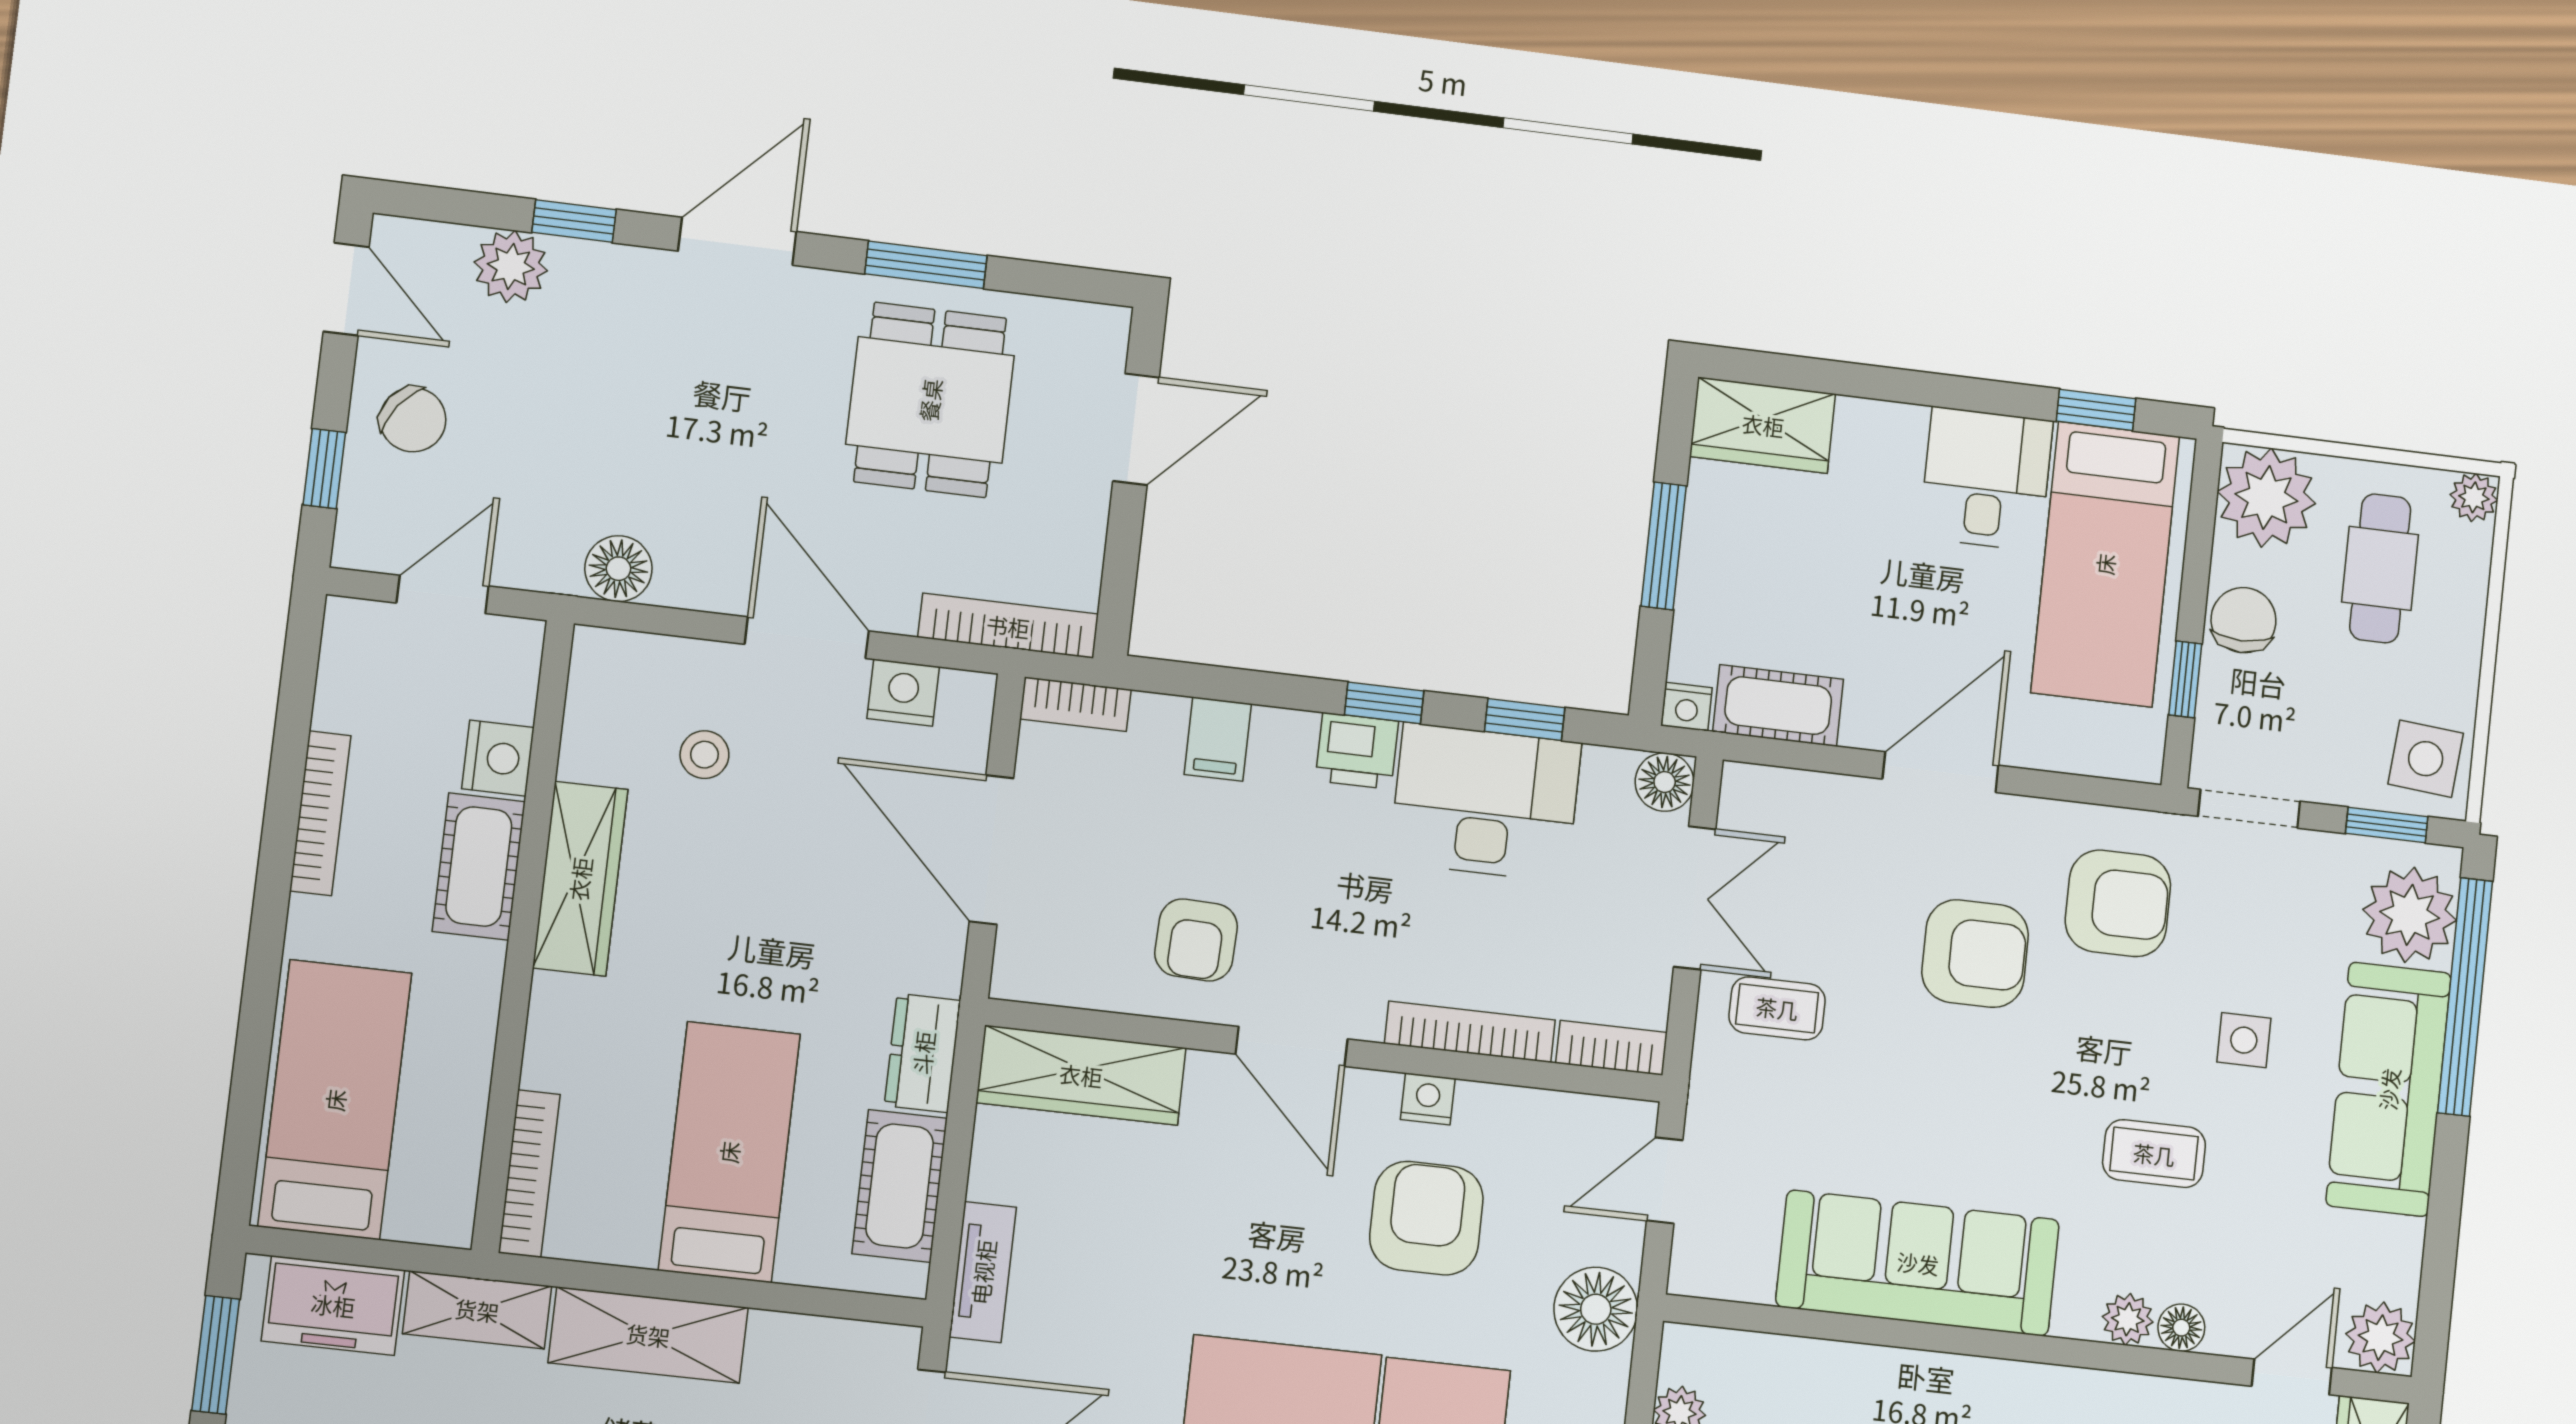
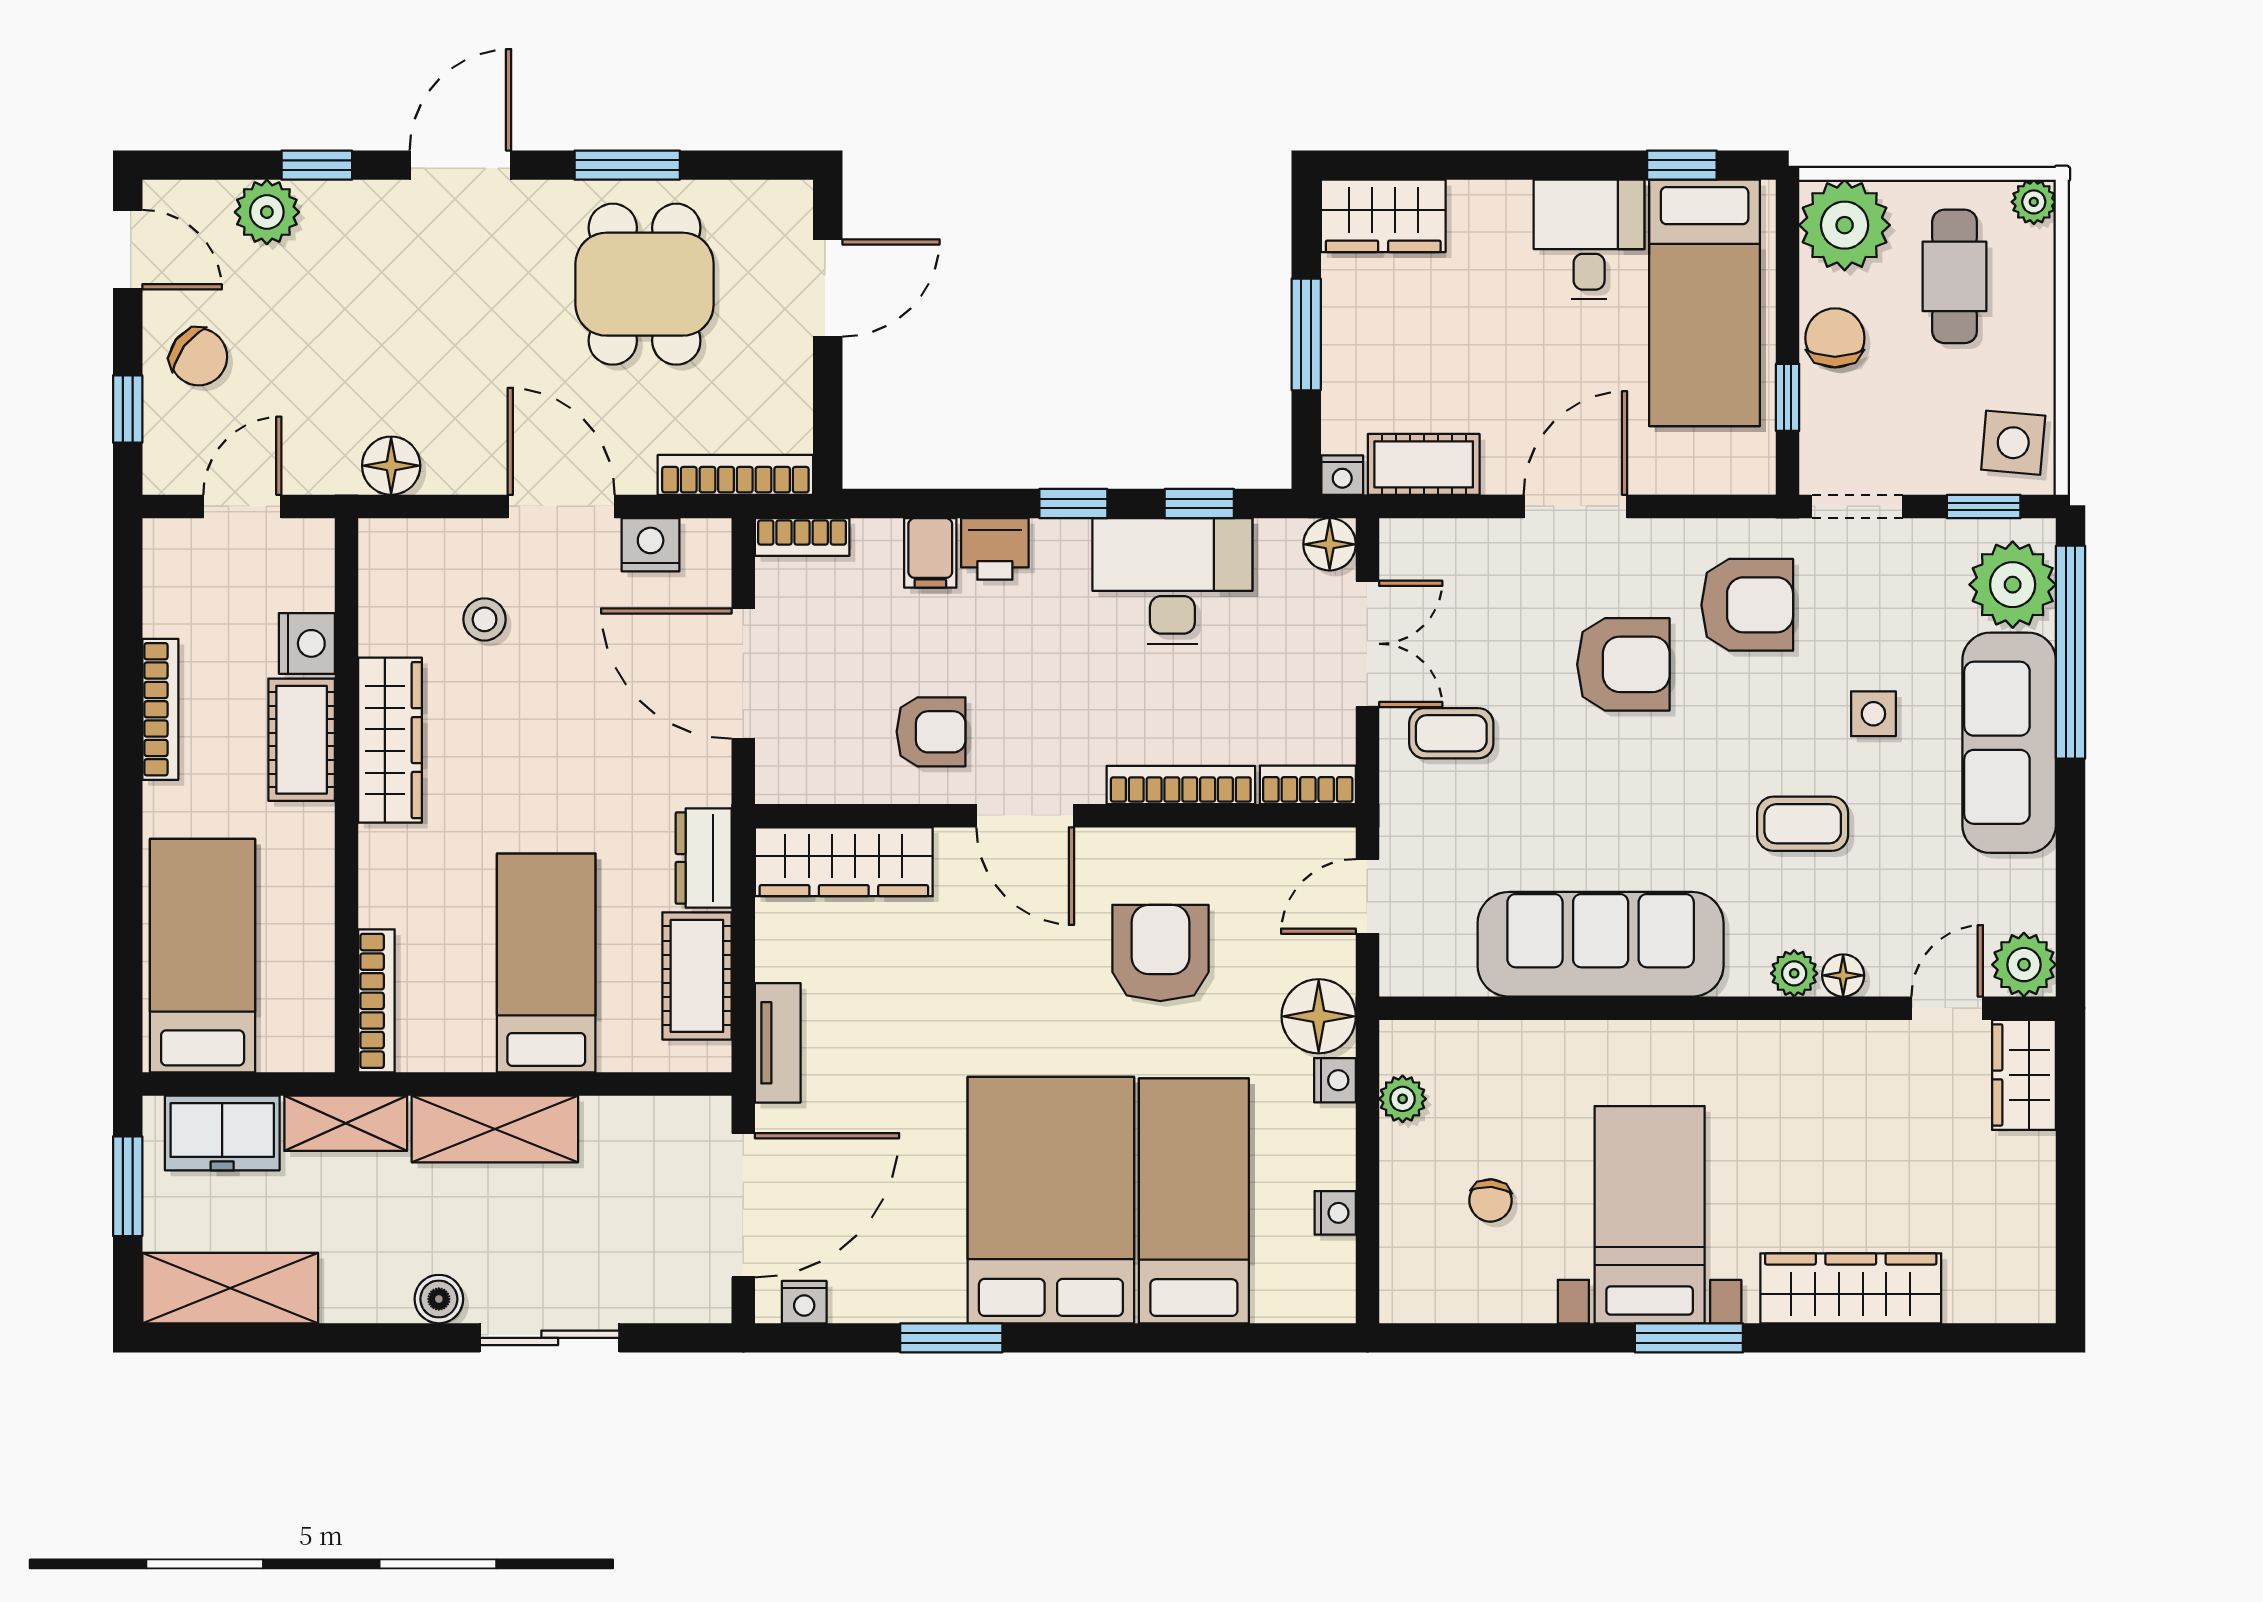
printer: (1357, 751) -> (995, 549), moved
armchair: (1196, 940) -> (931, 732), turned -92
nightstand: (1428, 1099) -> (1335, 1080), moved, turned 90

